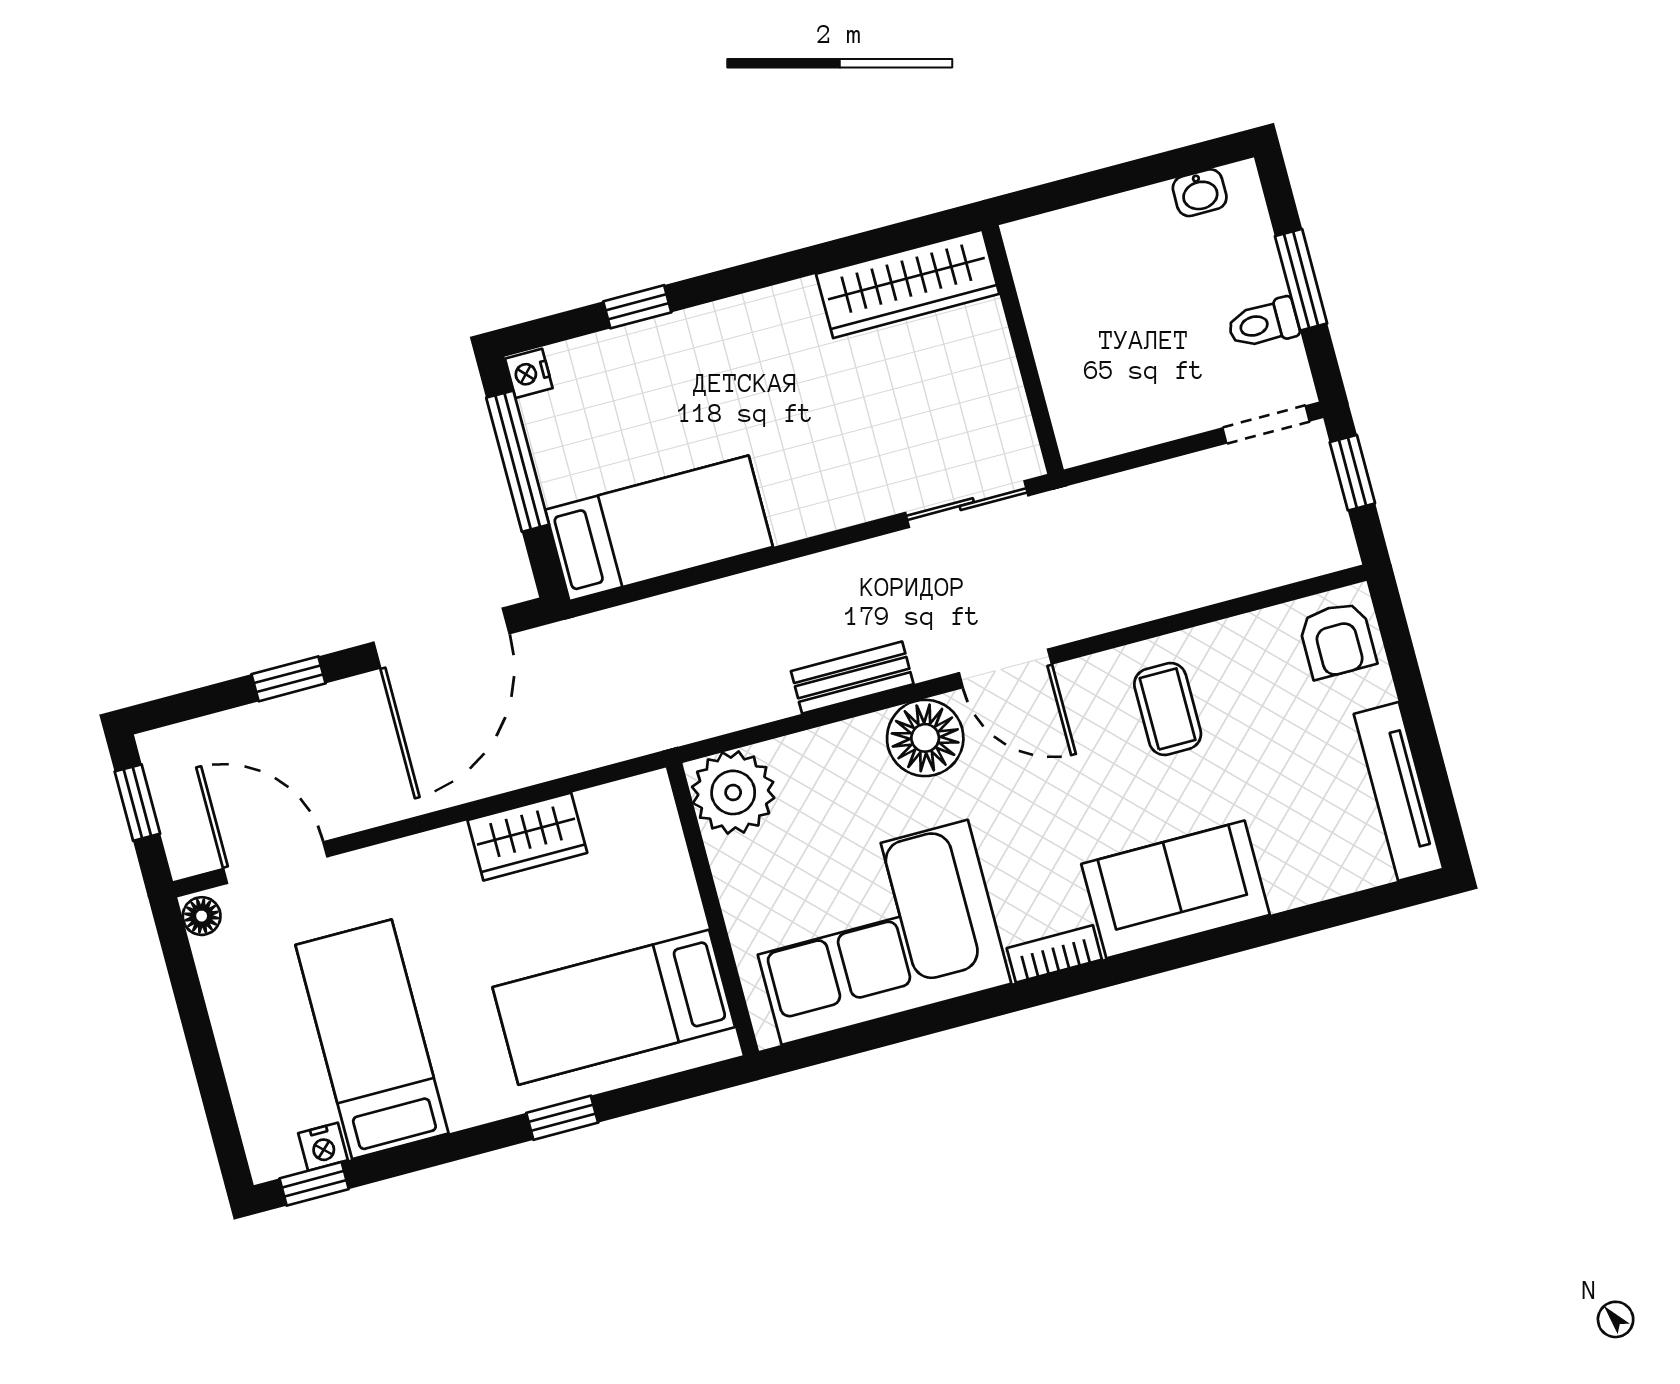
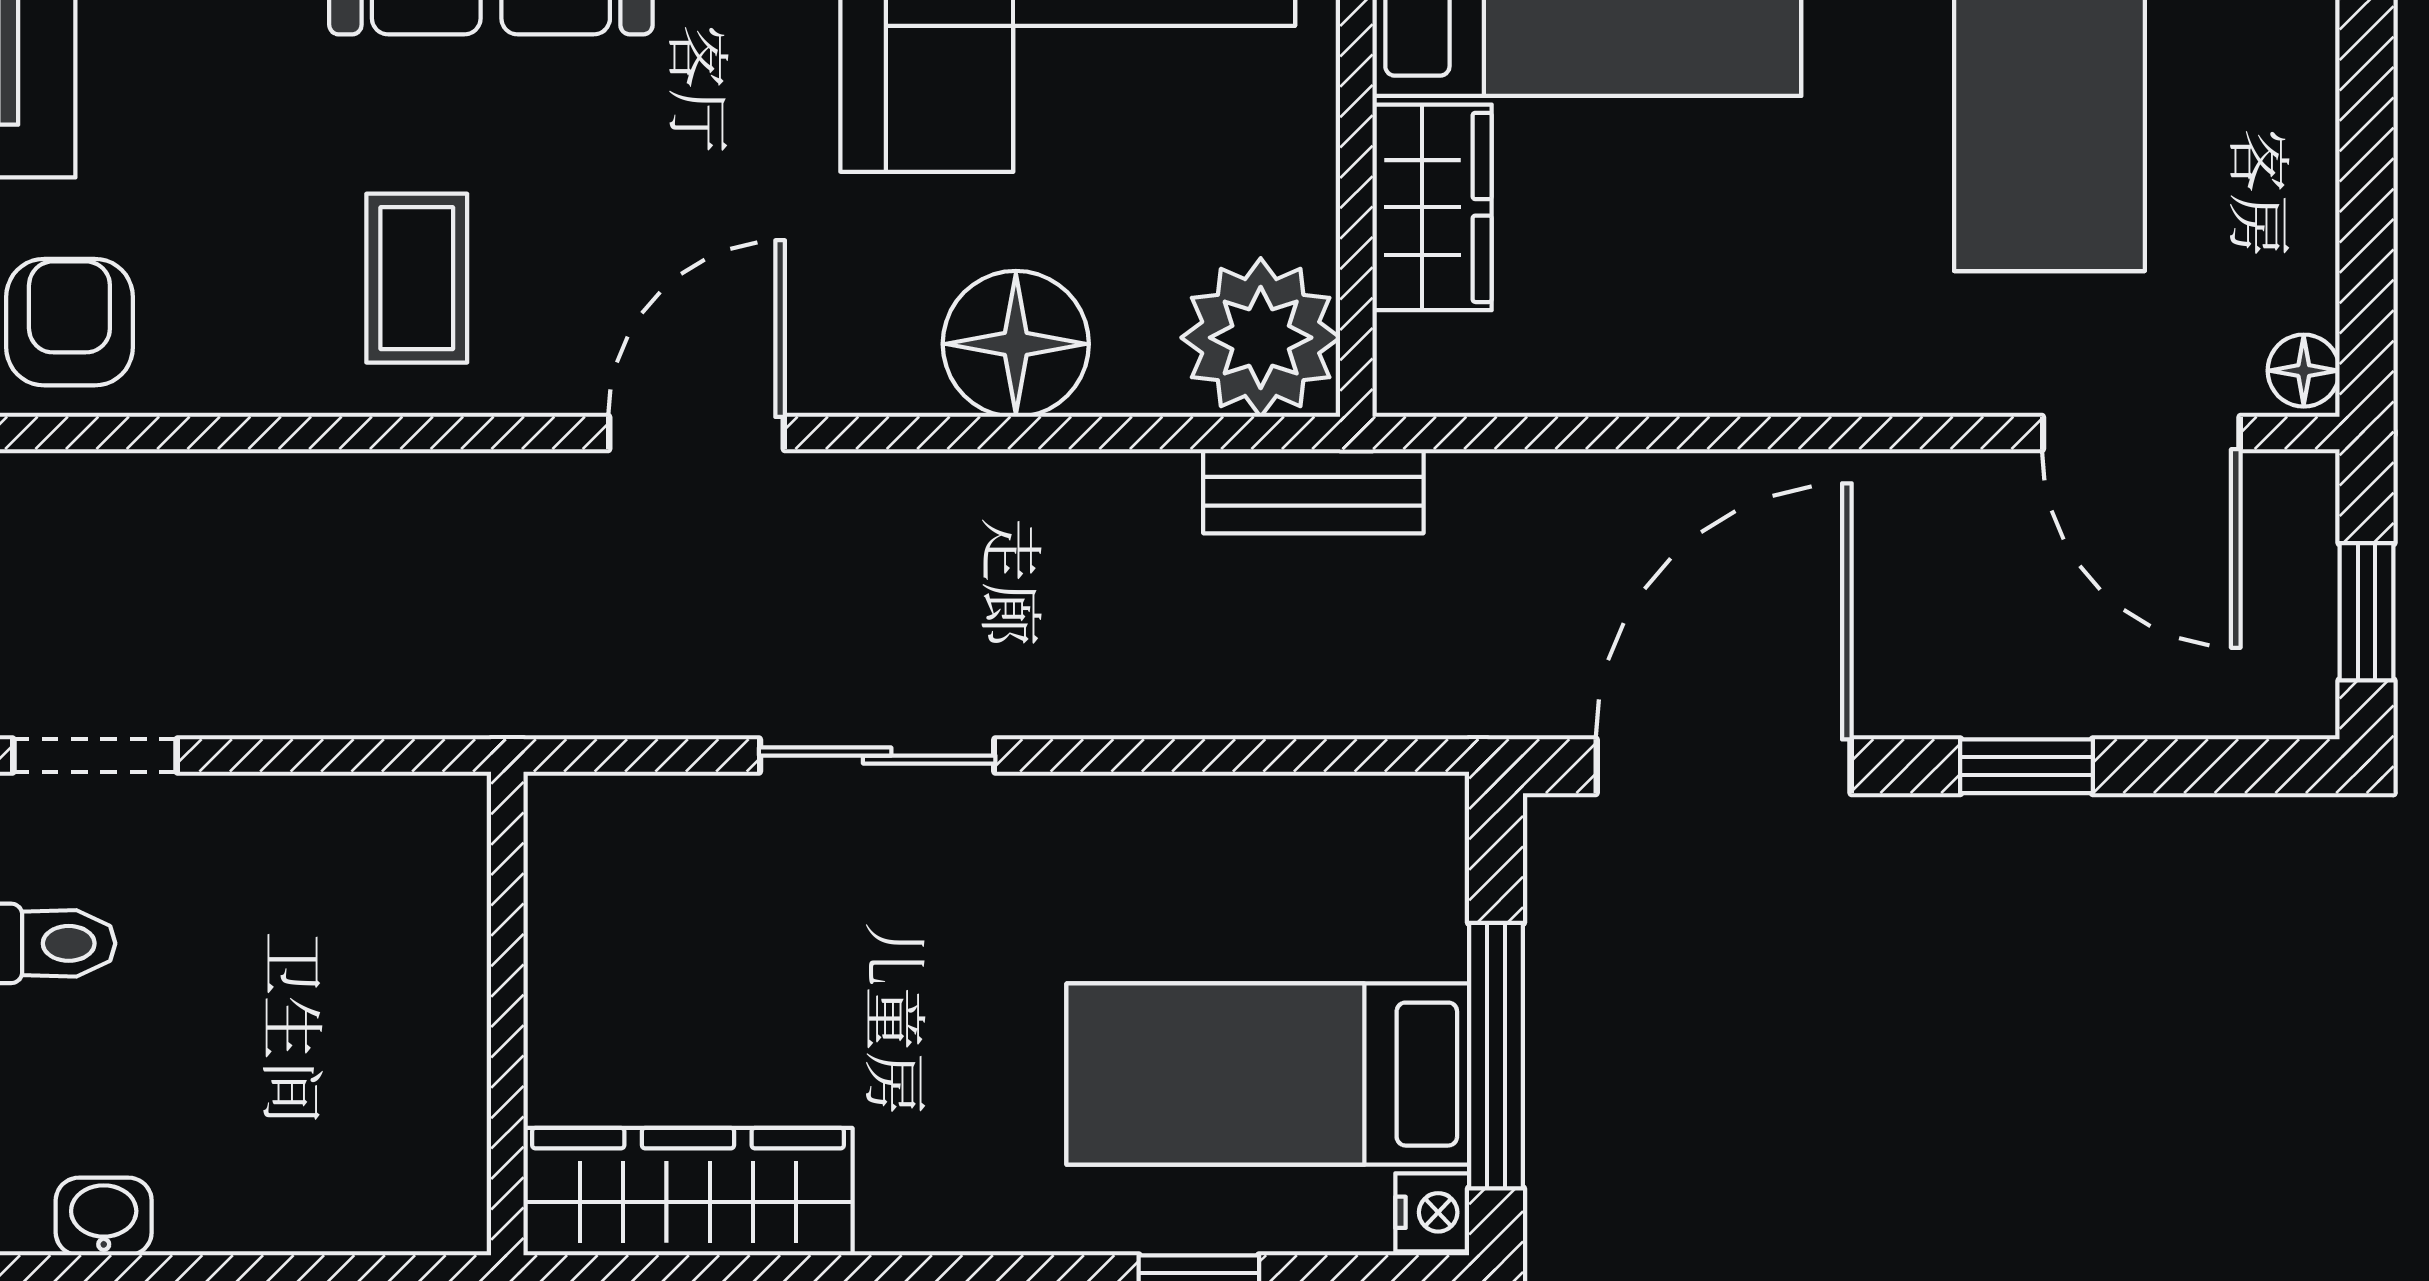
sliding door: (967, 504) -> (877, 756), moved
bed: (659, 528) -> (1268, 1074), moved
door: (1005, 668) -> (697, 433), hinge flipped
bench: (852, 678) -> (1313, 491), moved
floor lamp: (925, 738) -> (1016, 344), moved
wardrobe: (527, 837) -> (1432, 207), moved, turned 90

